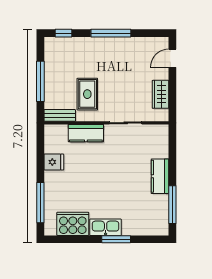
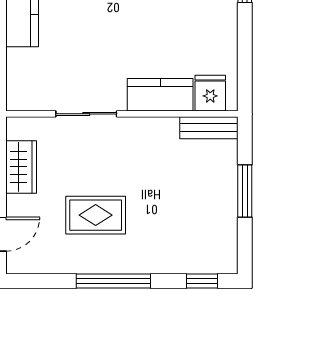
window: (40, 81) -> (245, 191), width x0.69
rug: (87, 94) -> (96, 215), moved, turned 90
fridge: (54, 162) -> (210, 93), moved, turned 90

